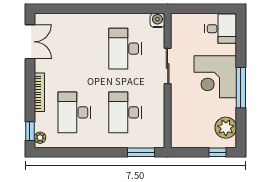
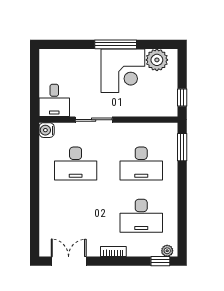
desk: (221, 29) -> (54, 100), moved, turned 180
corner desk: (215, 77) -> (123, 71), moved
bookcase: (39, 92) -> (113, 252), width x0.64
window: (218, 152) -> (182, 97), moved

